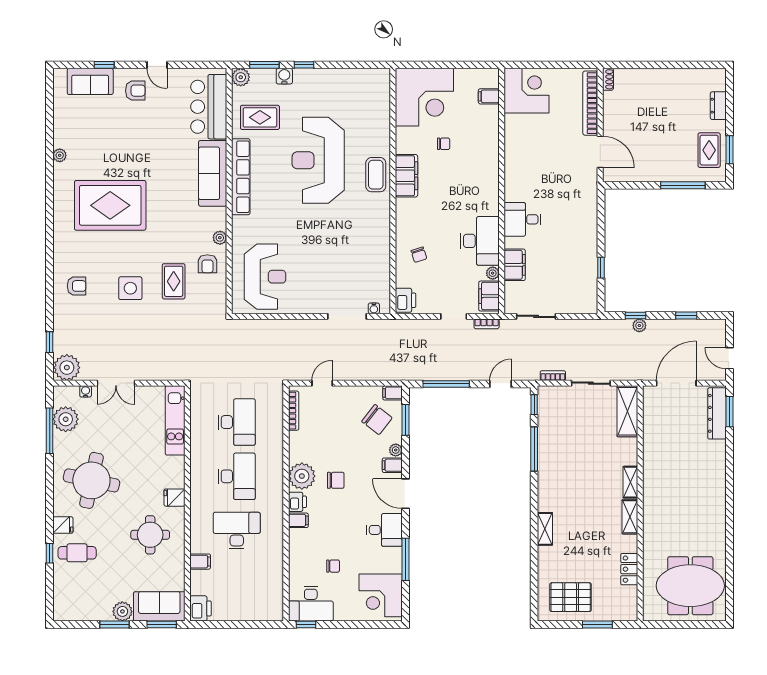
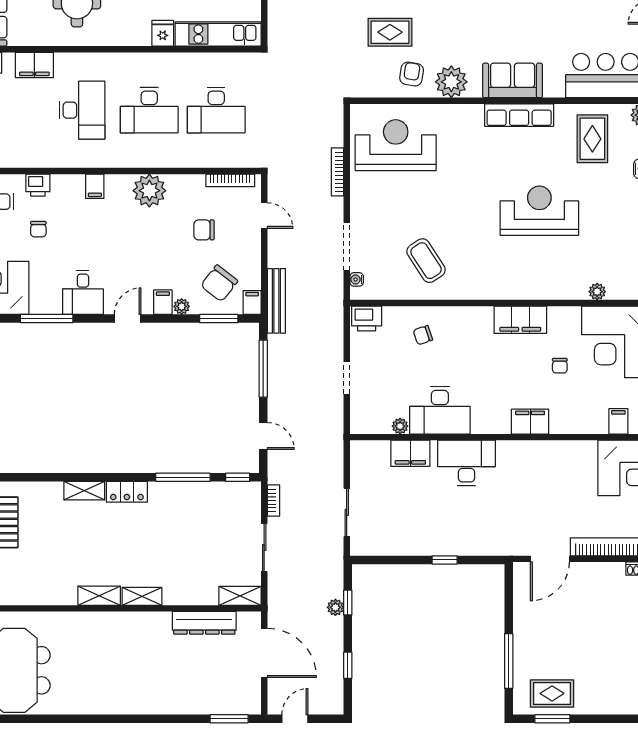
dresser: (718, 106) -> (607, 705), removed
plant: (384, 114) -> (597, 292), added
reception desk: (318, 160) -> (539, 211), width x0.74, depth x0.77
sofa: (213, 173) -> (513, 80), width x0.73
coffee table: (376, 175) -> (426, 261), moved, turned 57
row of seats: (241, 177) -> (519, 115), width x0.73
desk: (522, 219) -> (466, 463), width x1.37
plant: (220, 238) -> (451, 82), width x1.87, depth x1.87
armchair: (207, 264) -> (412, 74), turned 99
window: (601, 268) -> (445, 560), moved
reception desk: (265, 277) -> (396, 145), turned 180
filing cabinet: (489, 296) -> (530, 422), moved
sliding door: (536, 316) -> (347, 512), moved
bookcase: (487, 324) -> (337, 172), moved, width x1.56
bench: (391, 373) -> (276, 301), added
shelving: (627, 411) -> (240, 596), width x0.67, depth x0.75
dresser: (717, 413) -> (204, 623), moved, turned 180
chair: (336, 480) -> (204, 230), moved, turned 90
door: (405, 494) -> (128, 319), width x0.73
fridge: (174, 498) -> (163, 33), moved
printer: (297, 502) -> (38, 185), moved
filing cabinet: (200, 562) -> (34, 65), width x2.00
locker: (629, 569) -> (127, 492), moved, turned 180

